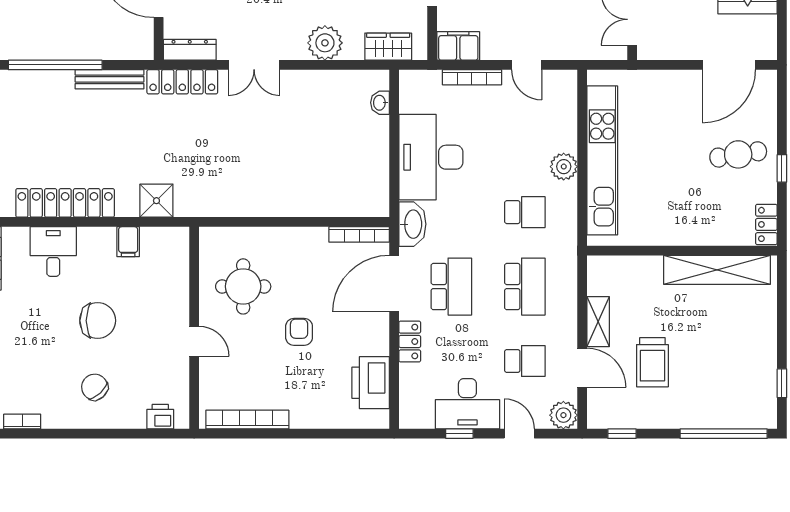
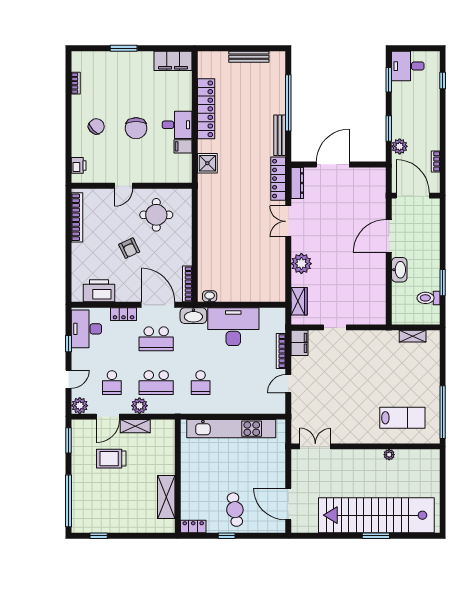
washbasin: (380, 103) -> (210, 296), moved
plant: (564, 167) -> (139, 406), moved
desk: (53, 252) -> (177, 125), moved
shelving: (717, 270) -> (166, 497), width x0.68
armchair: (299, 332) -> (129, 248), turned 65
desk: (467, 404) -> (86, 329), moved
window: (622, 434) -> (69, 440), width x1.50

